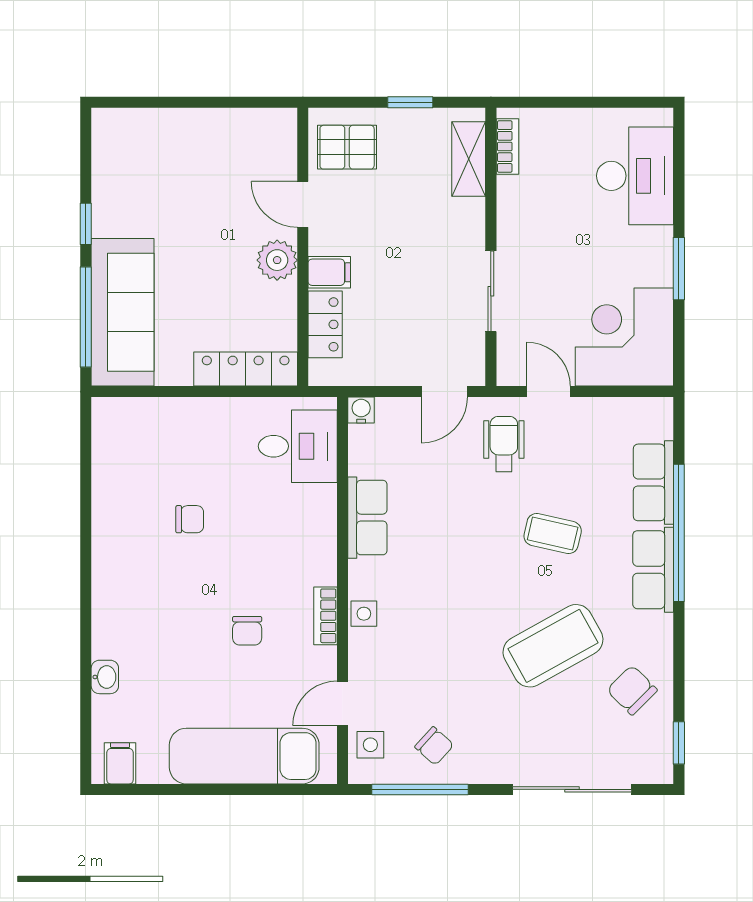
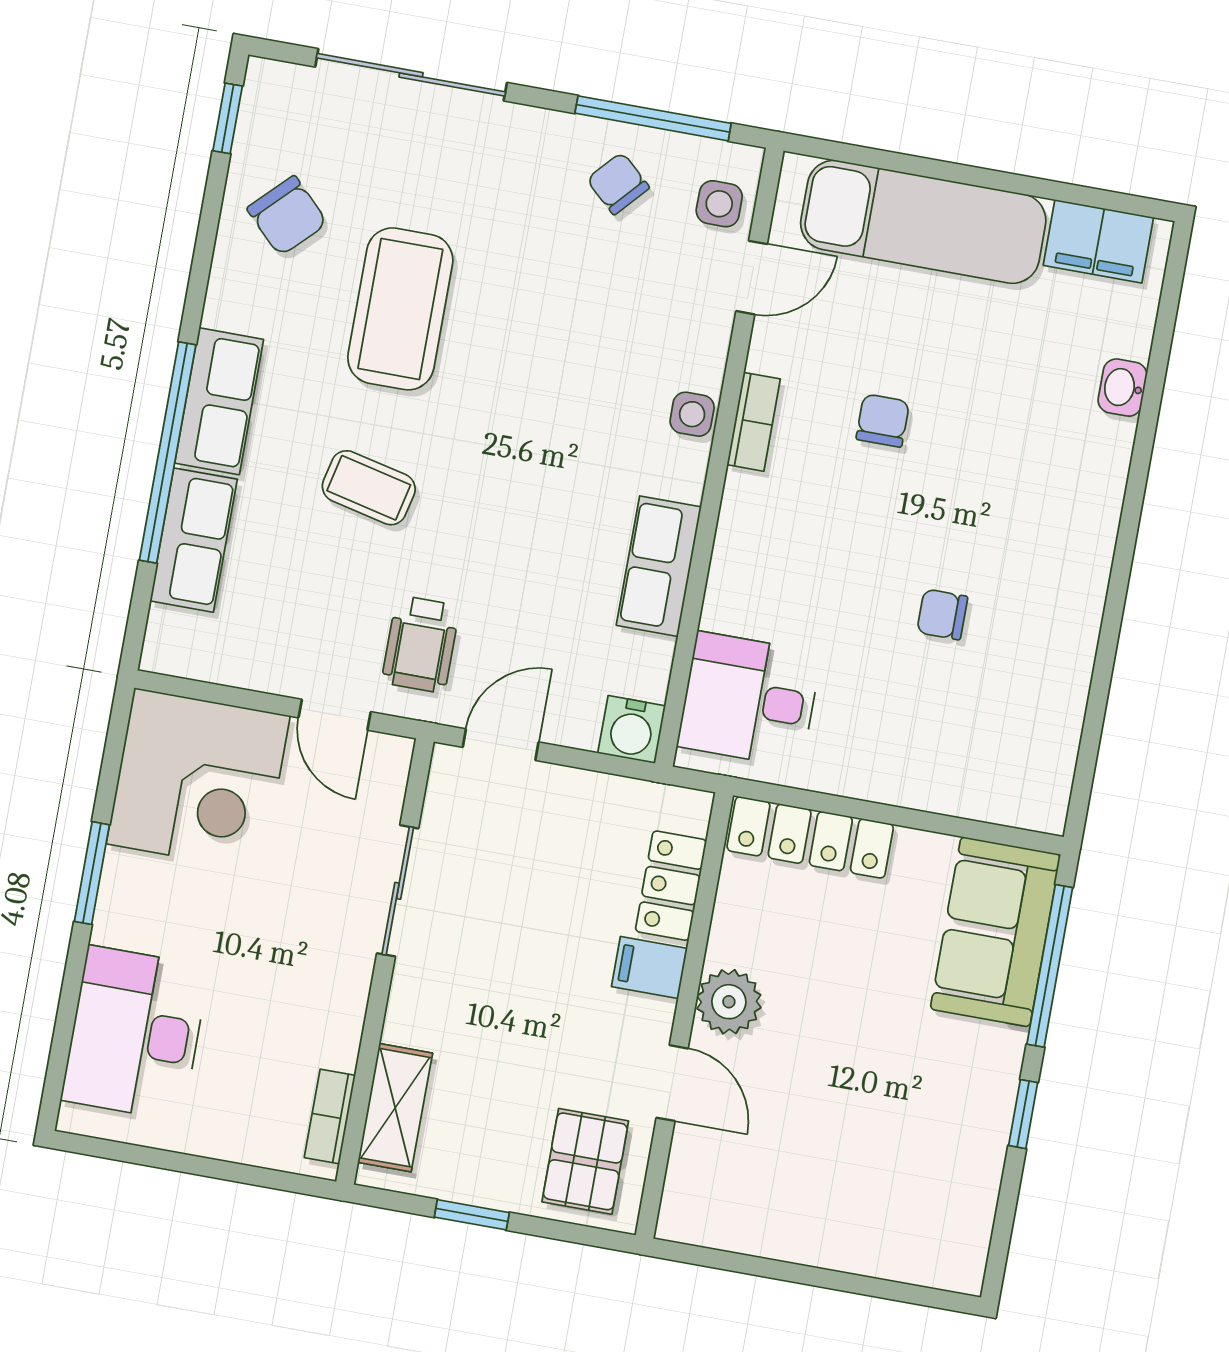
pallet: (347, 147) -> (585, 1161), turned 90
sofa: (123, 312) -> (995, 932), width x0.73
water cooler: (361, 410) -> (632, 729), width x1.38, depth x1.38
coffee table: (553, 646) -> (400, 309), turned -61
filing cabinet: (120, 763) -> (1098, 241), width x2.00

